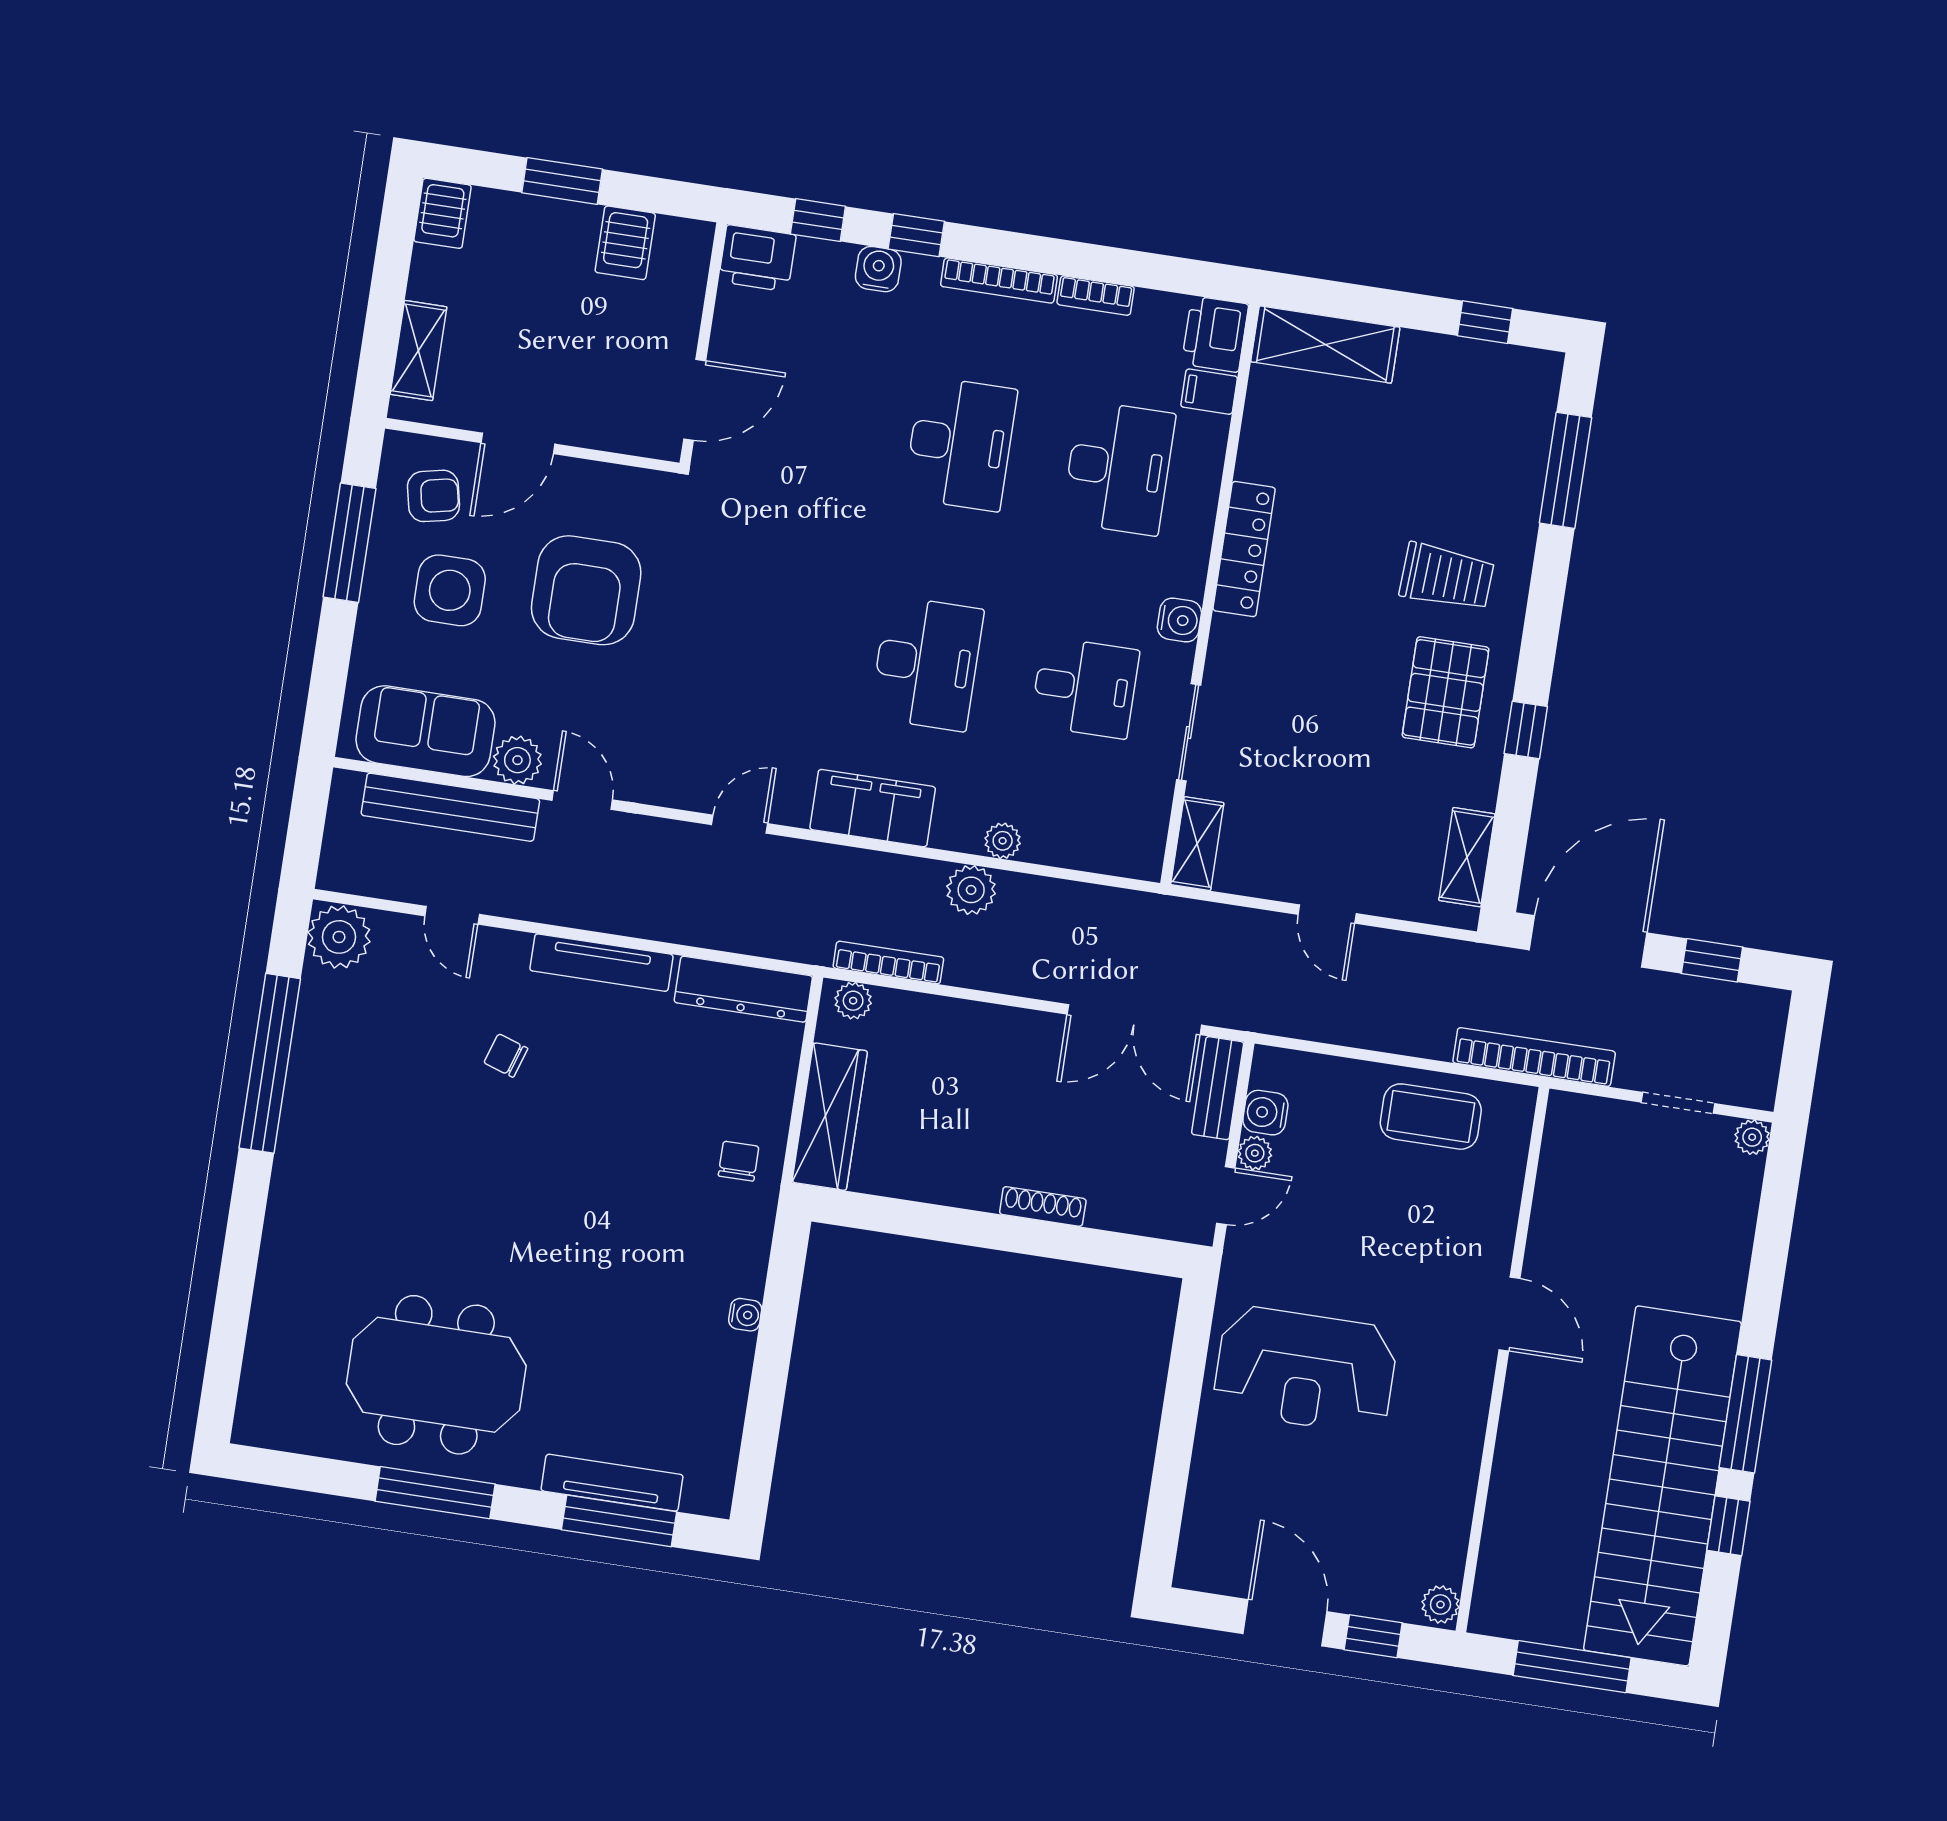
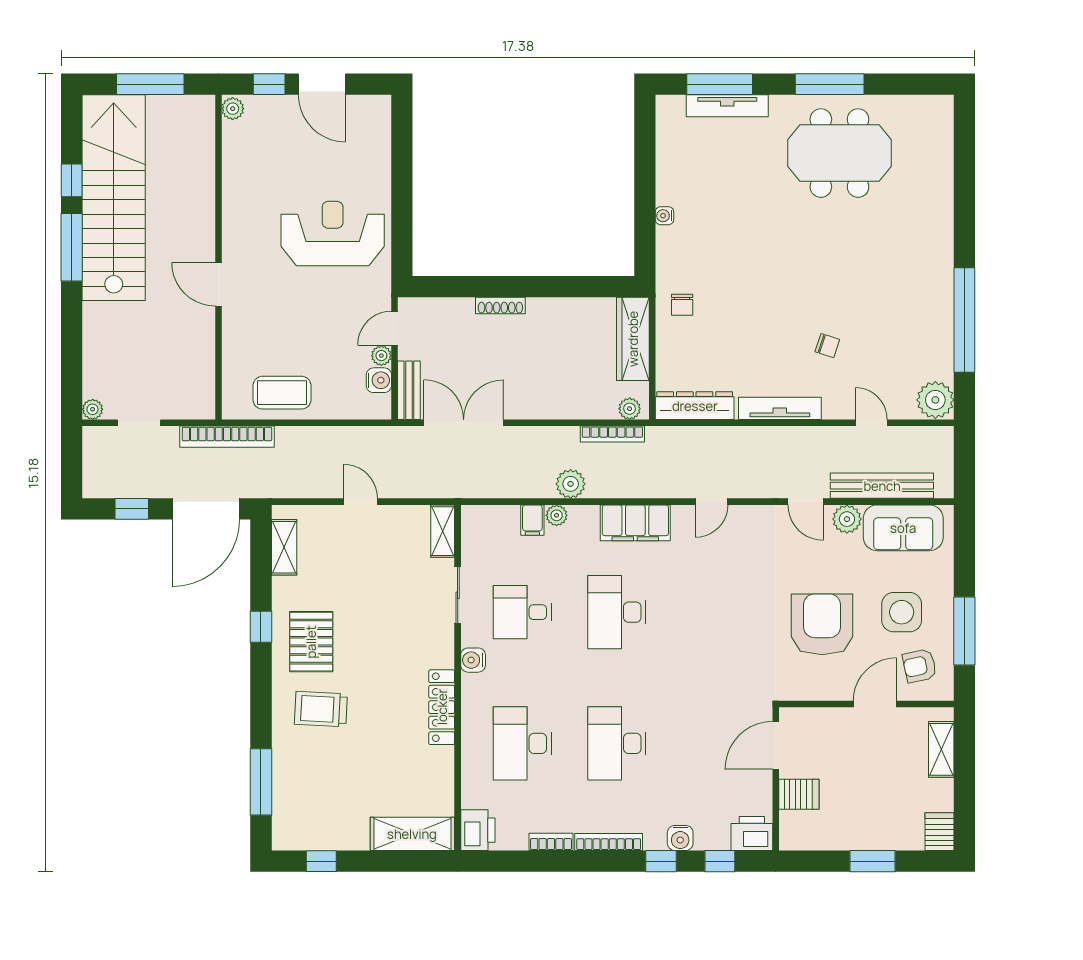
server rack: (625, 243) -> (799, 794), moved, turned 90
filing cabinet: (1209, 392) -> (532, 520), moved, turned 90

